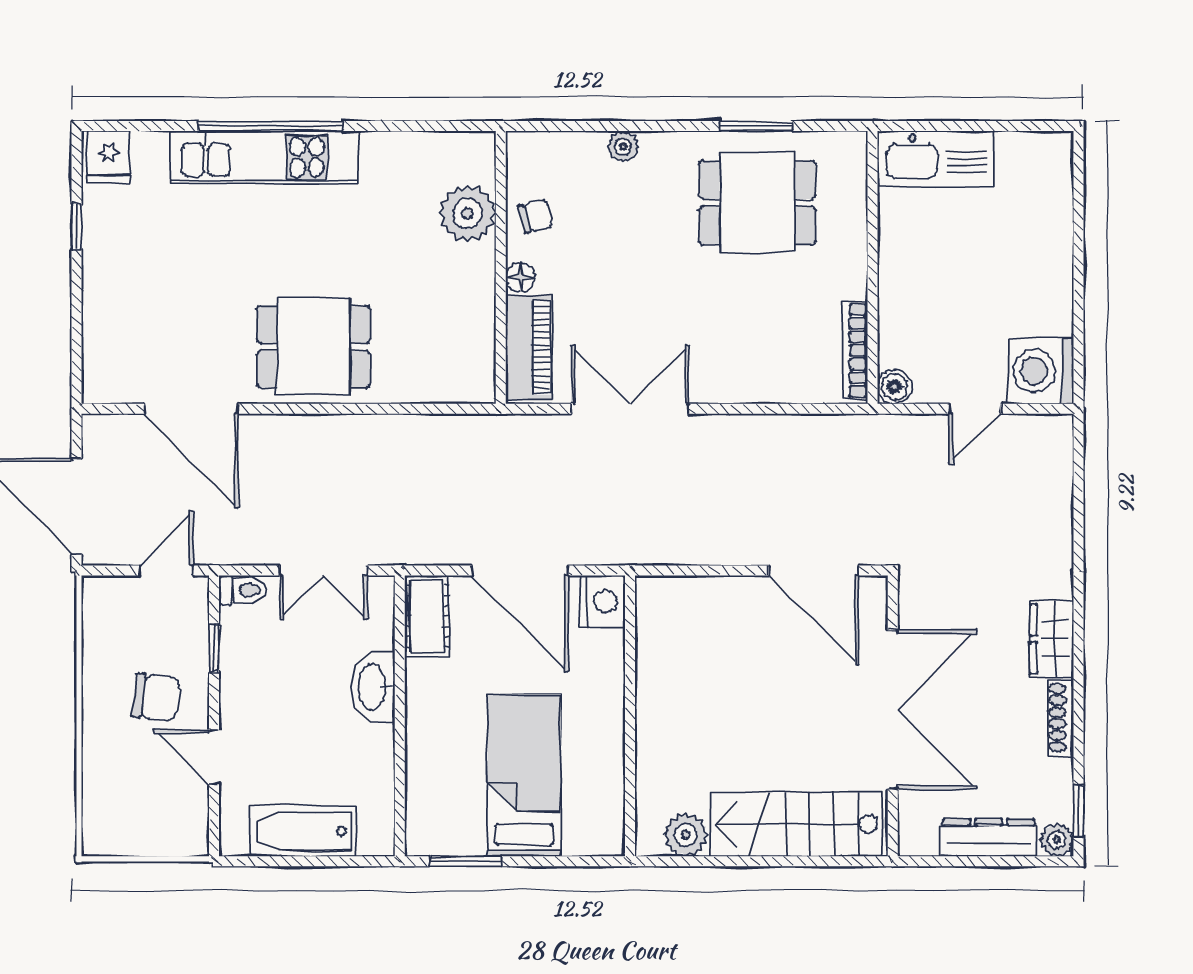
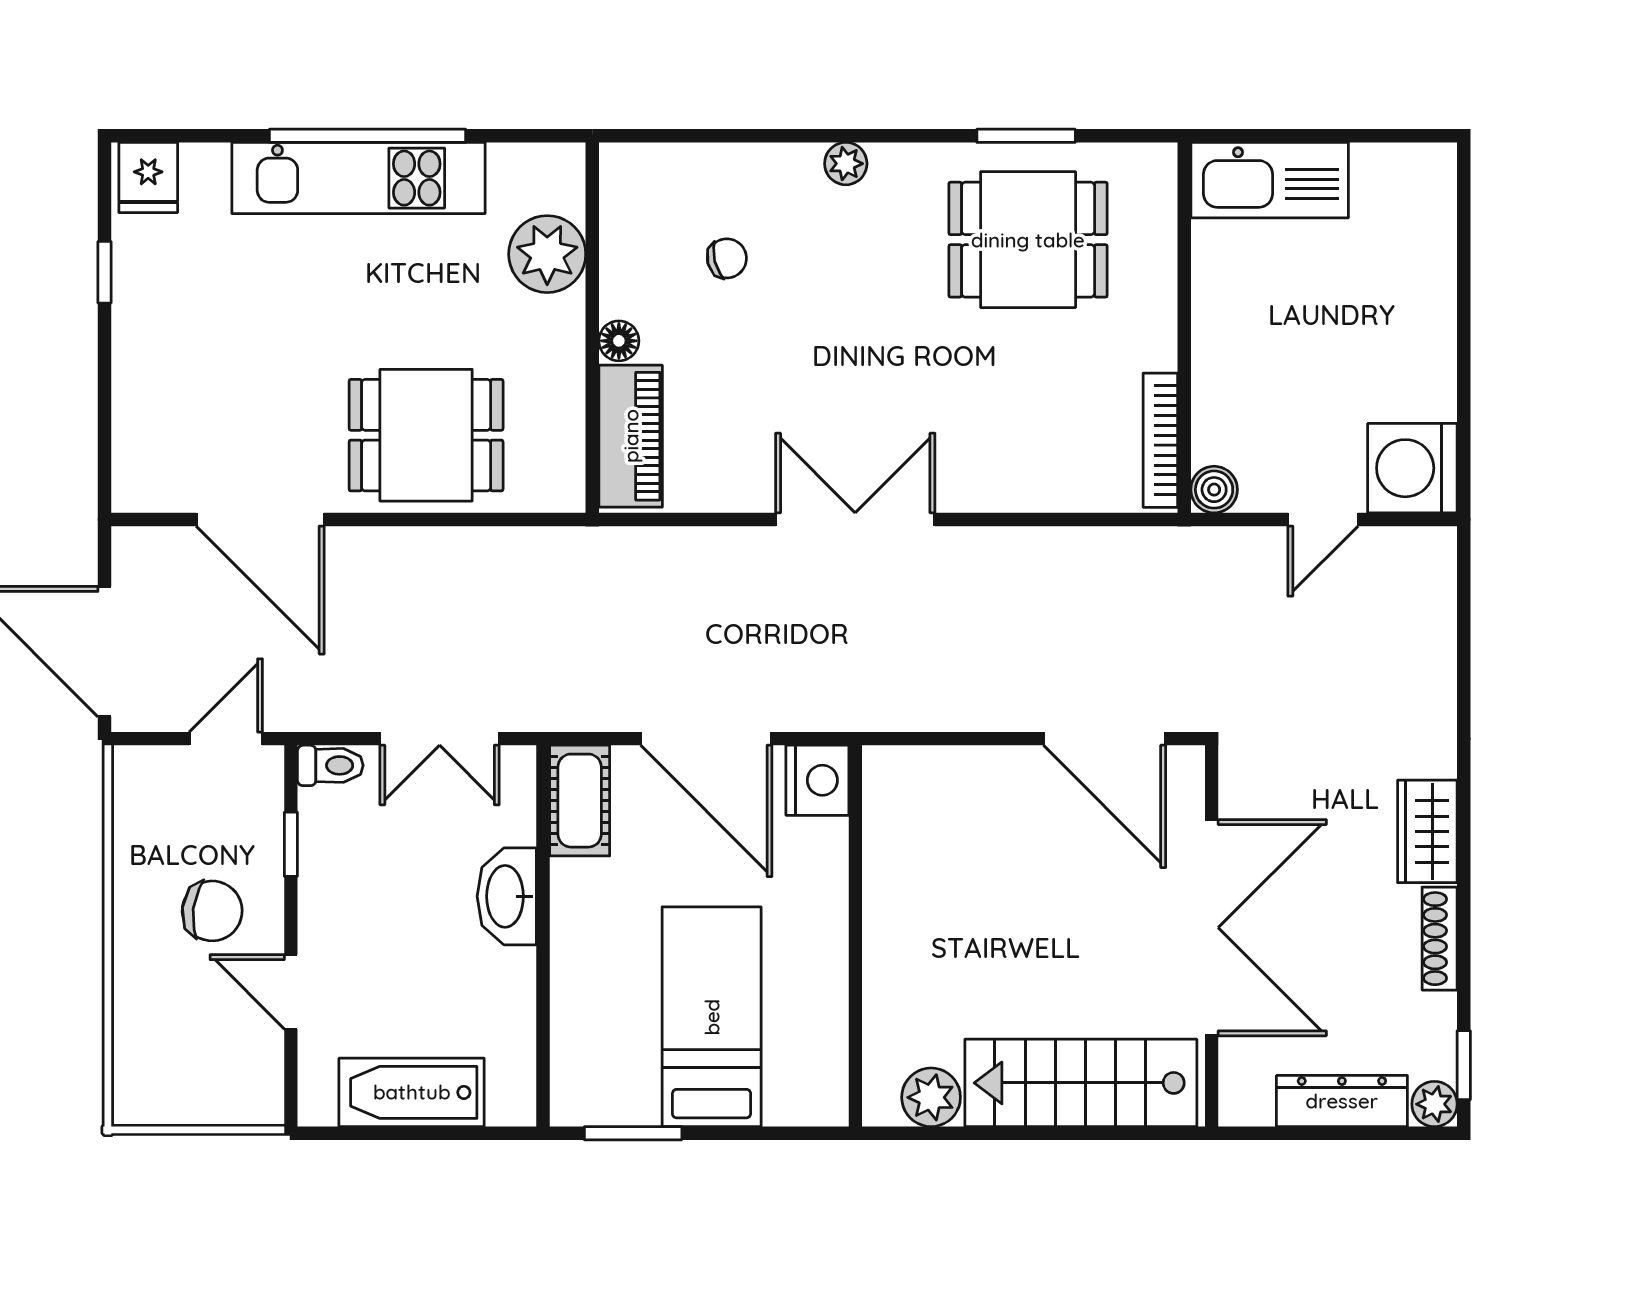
plant: (468, 213) -> (547, 254), moved
wall: (501, 267) -> (592, 328), moved
floor lamp: (520, 277) -> (619, 341), moved
piano: (529, 347) -> (631, 436), moved

